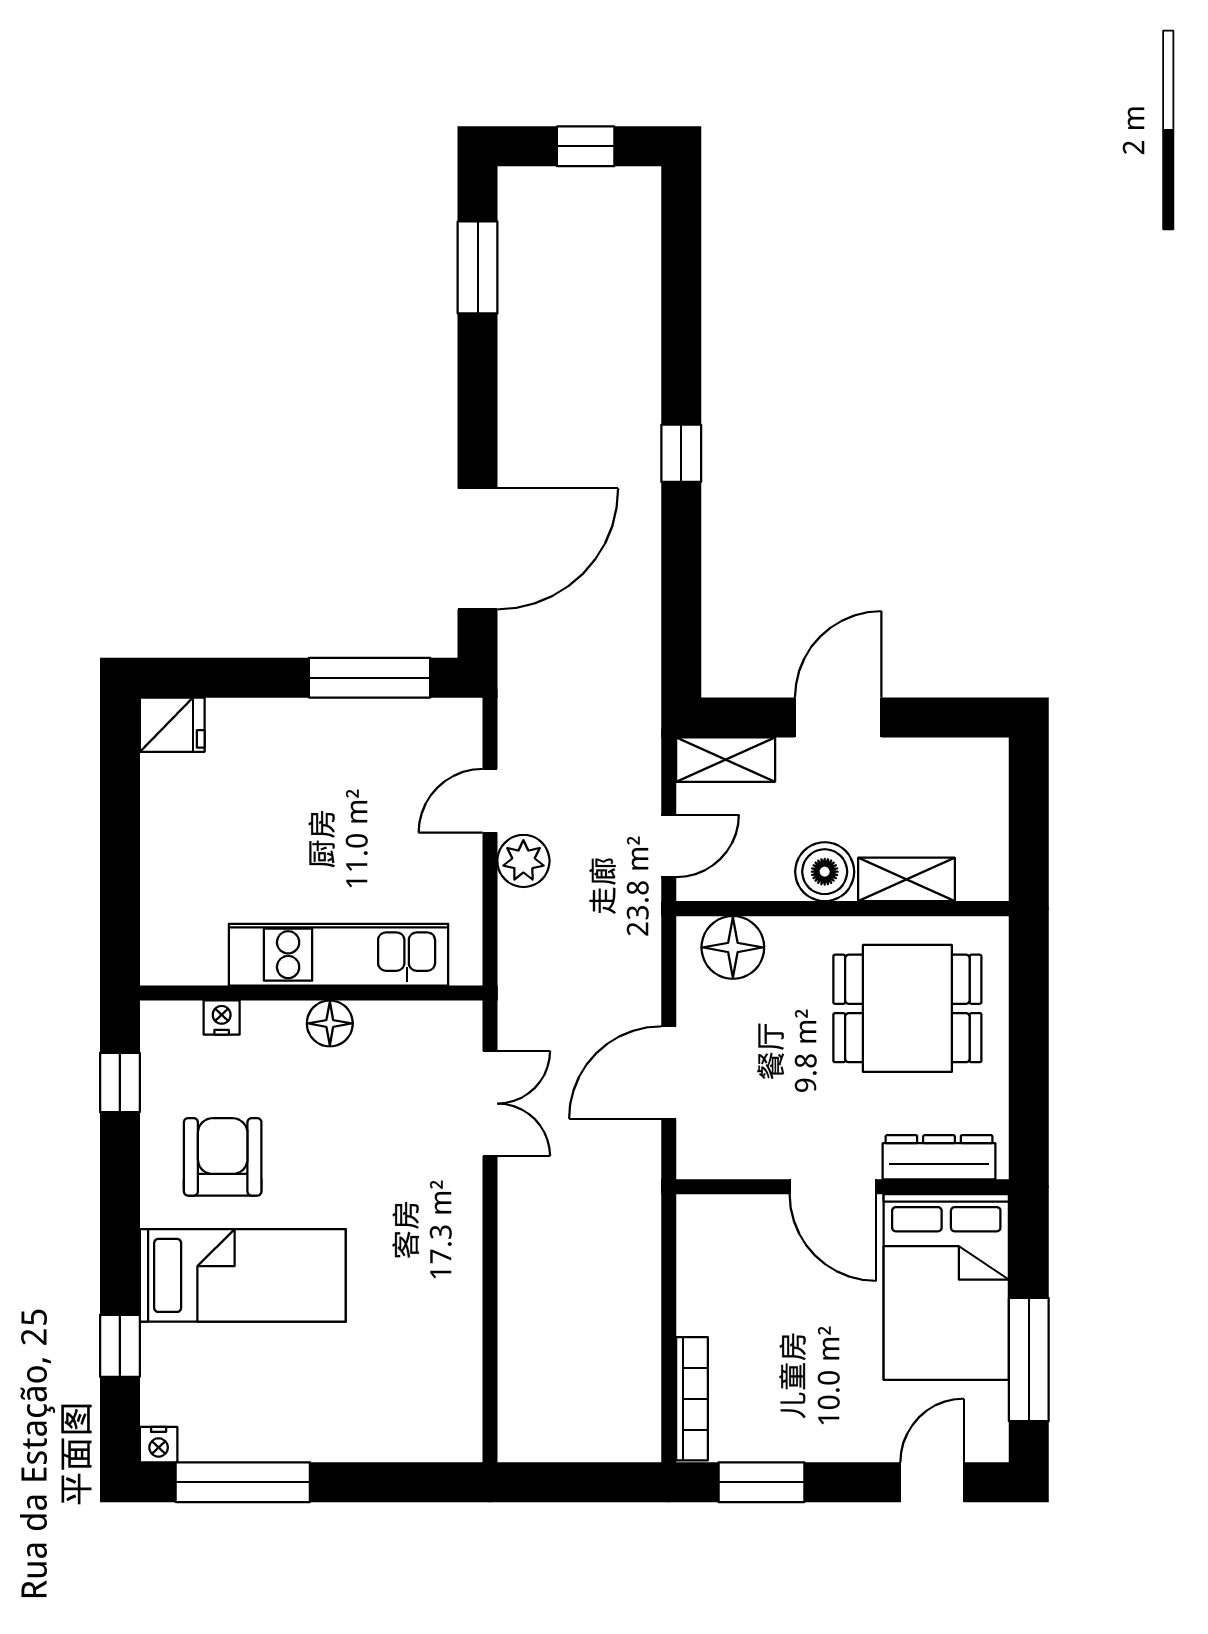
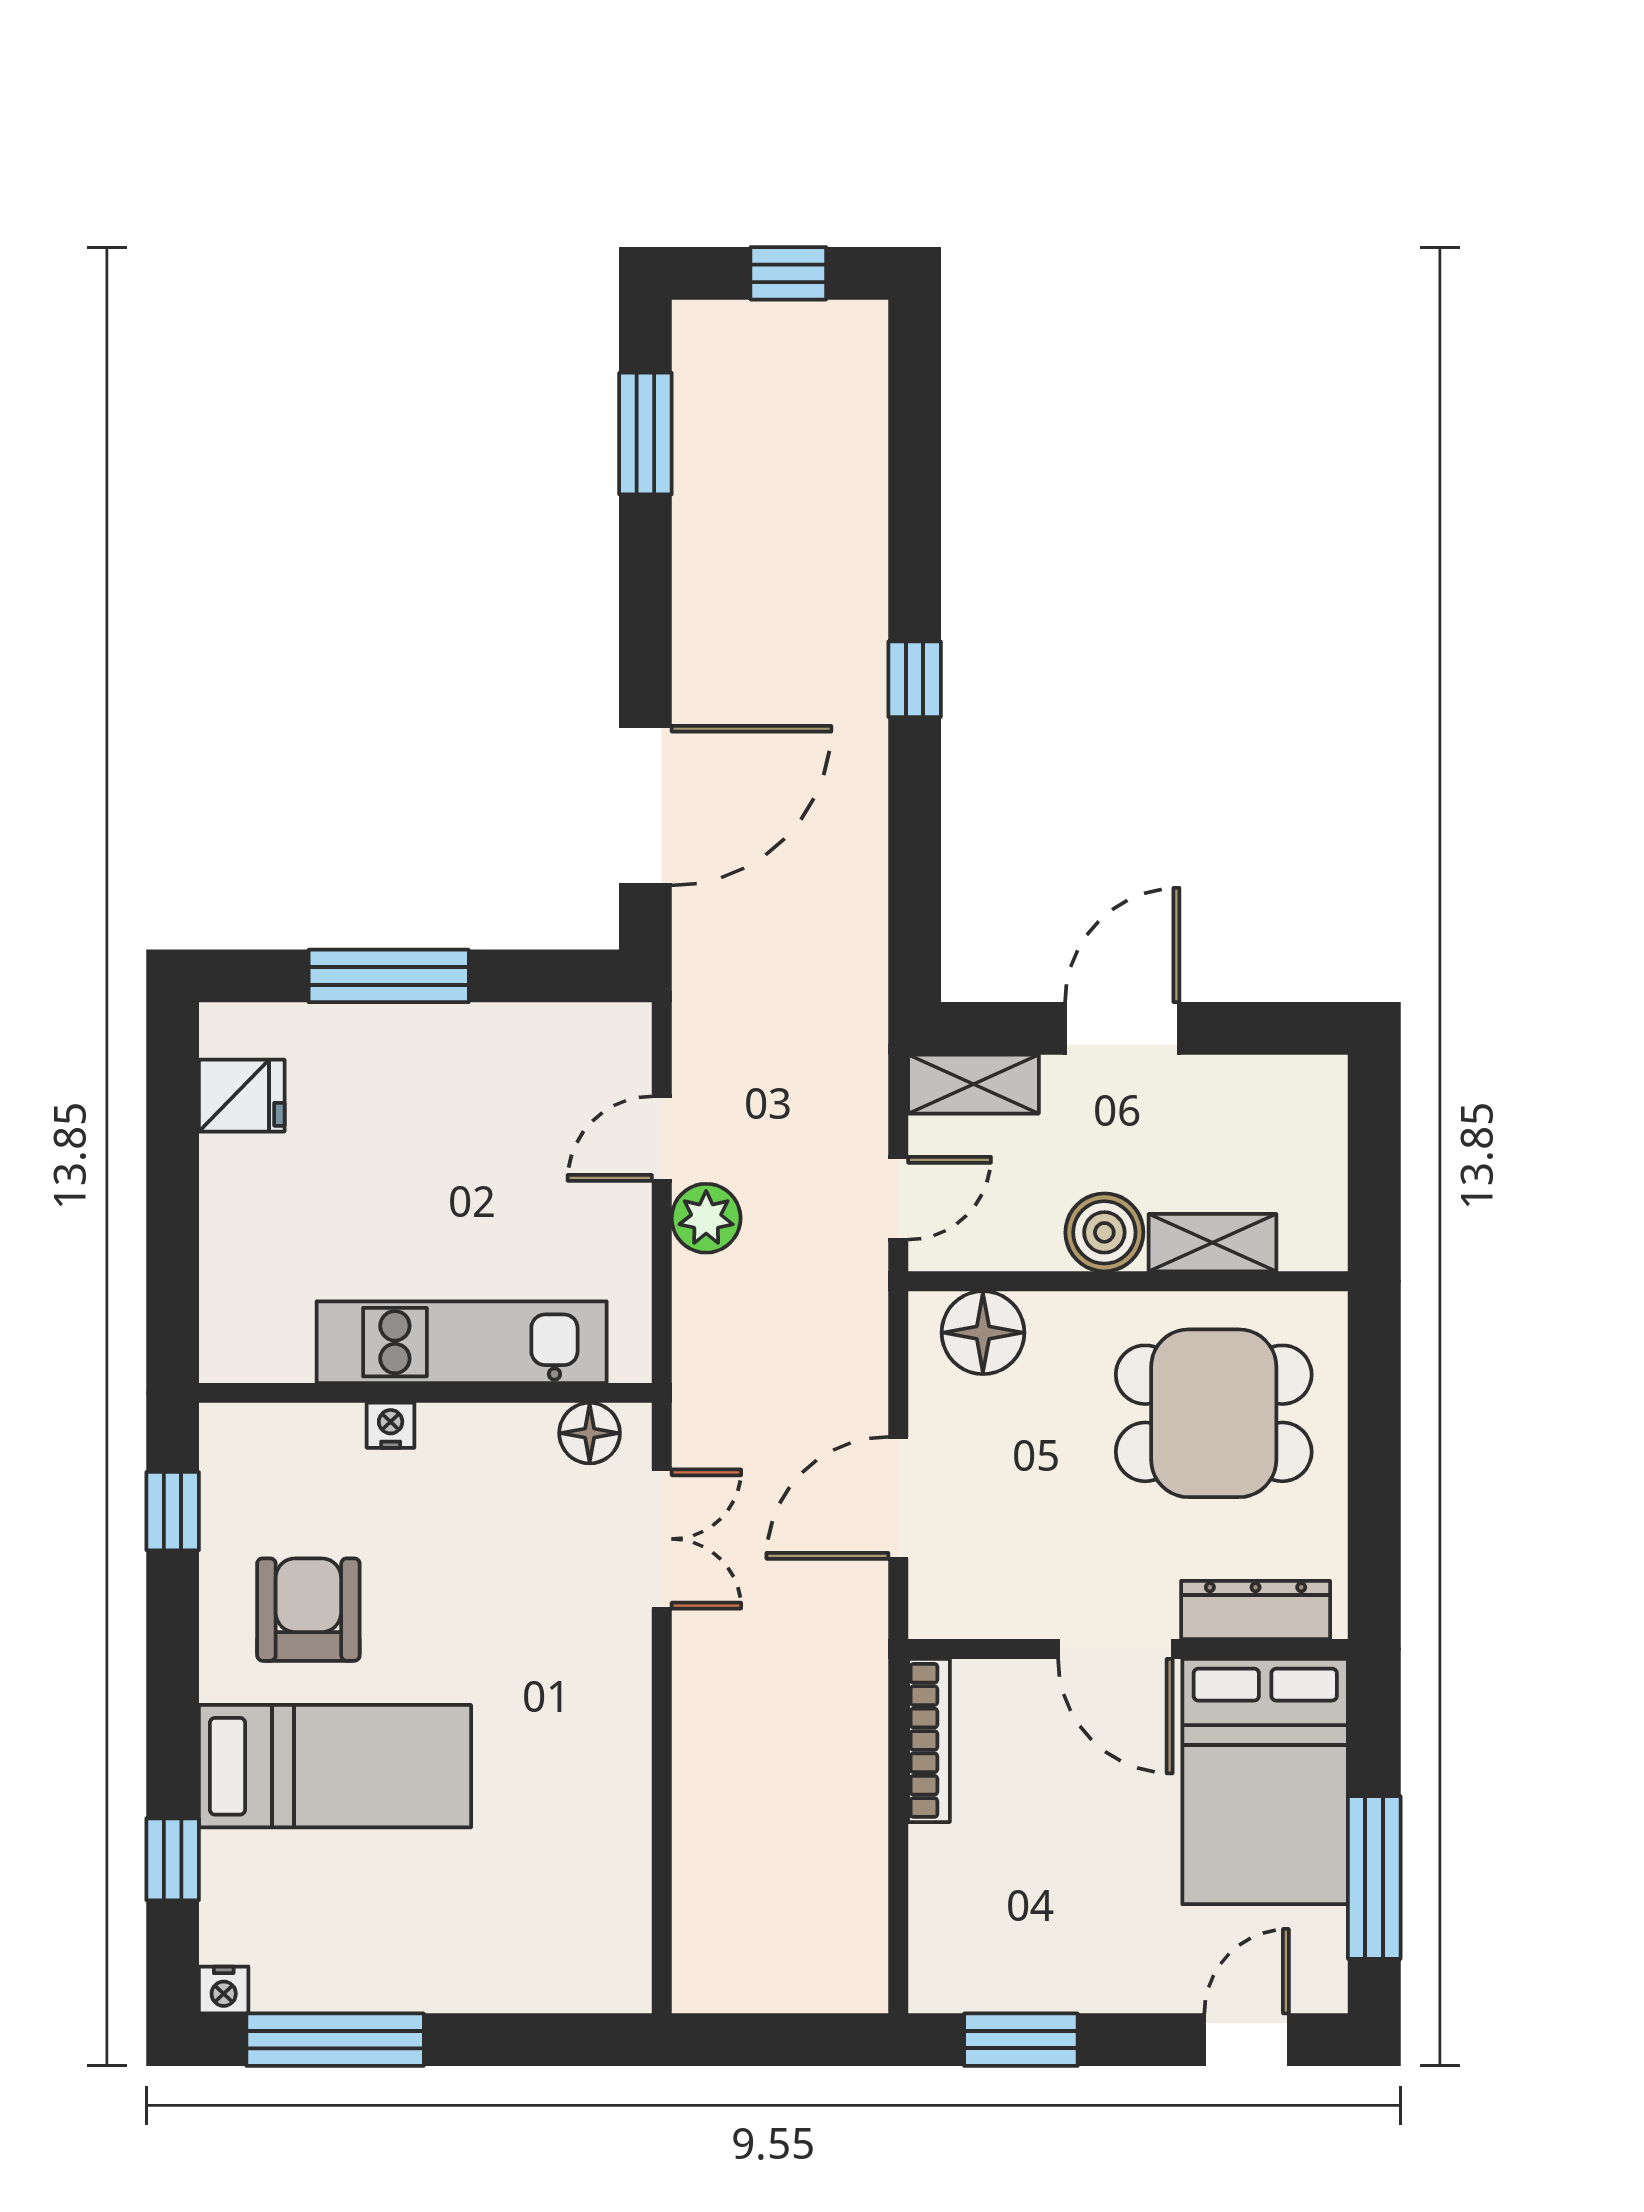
window: (370, 678) -> (389, 976), moved
fridge: (172, 725) -> (242, 1096), moved
nightstand: (222, 1018) -> (391, 1425), moved
floor lamp: (330, 1023) -> (590, 1433), moved
bookcase: (692, 1399) -> (929, 1740), moved

